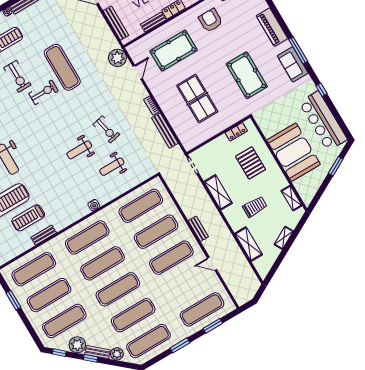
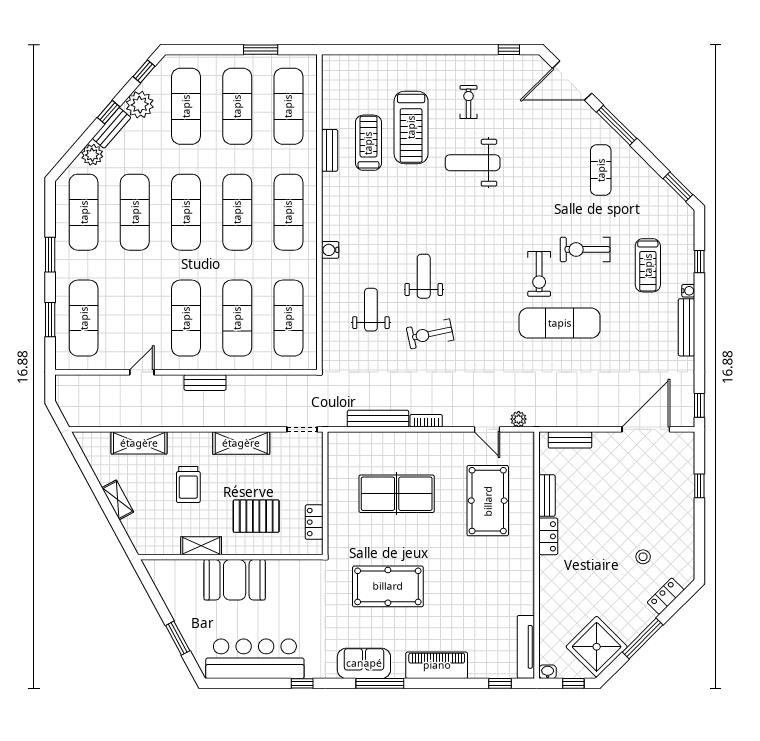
armchair: (211, 20) -> (500, 581), removed
bench: (116, 23) -> (570, 440), width x0.73
plant: (117, 58) -> (519, 419), width x0.53, depth x0.53
booth: (294, 152) -> (235, 580), width x0.73, depth x0.70
shelving: (292, 198) -> (201, 546), moved

